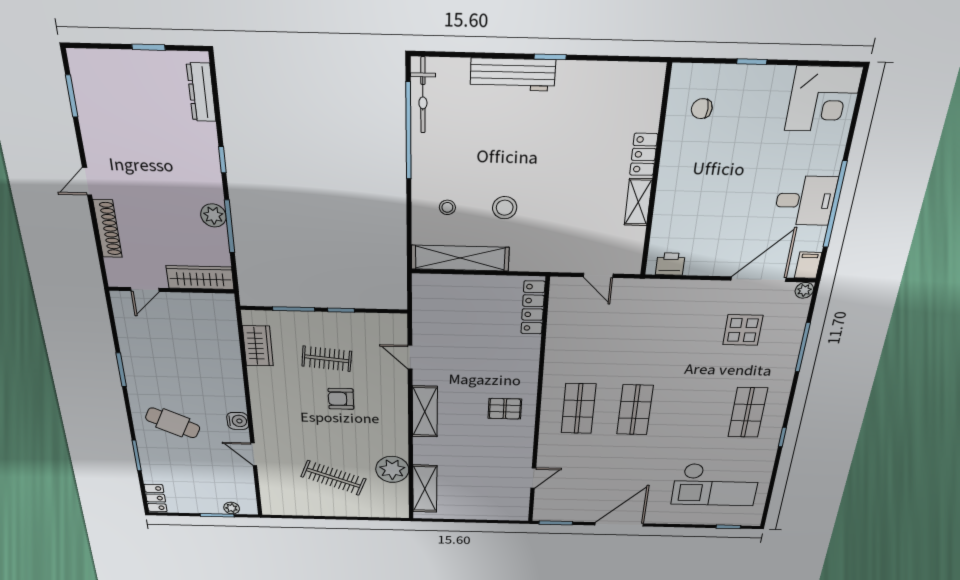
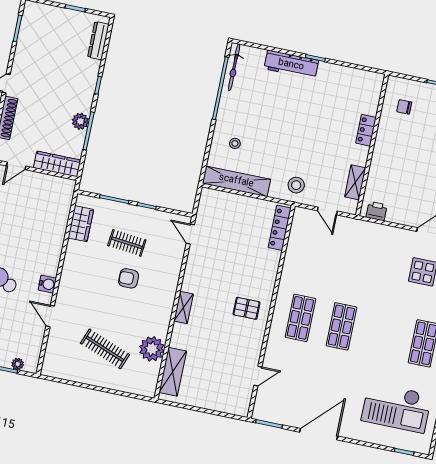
shelving: (638, 202) -> (355, 182), moved
stool: (505, 208) -> (296, 185), moved
door: (410, 357) -> (190, 234), moved
shelving: (425, 412) -> (184, 307), width x0.67, depth x0.75

